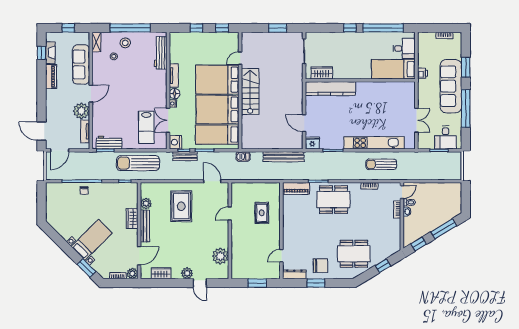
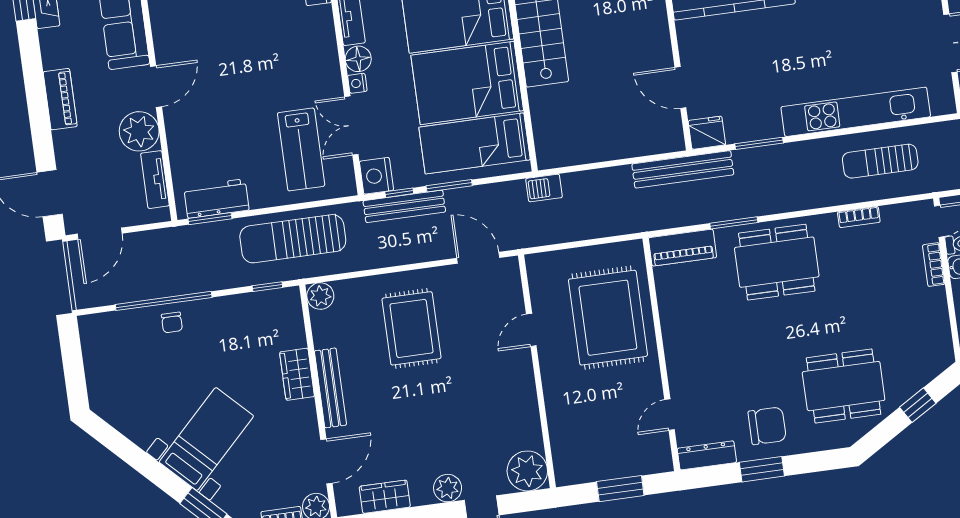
piano: (51, 77) -> (60, 99), moved
bench: (185, 156) -> (404, 206), width x1.36
bench: (284, 157) -> (683, 169), moved
plant: (146, 204) -> (320, 296), moved
rug: (262, 213) -> (608, 318), width x1.86, depth x2.06
plant: (220, 256) -> (527, 471), moved

